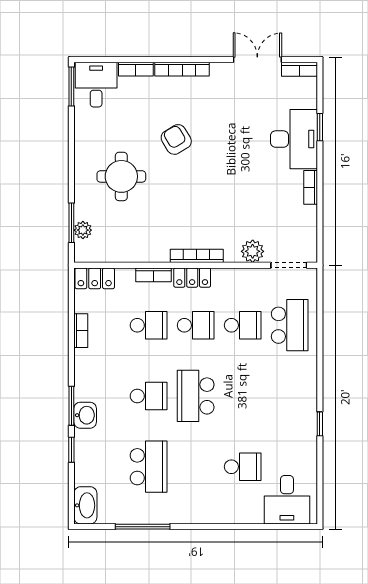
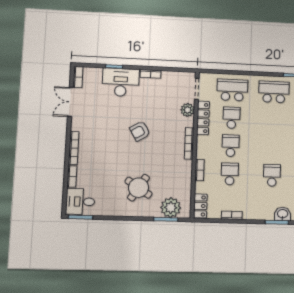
armchair: (176, 139) -> (140, 131), moved
round table: (121, 176) -> (139, 188), turned 33
plant: (83, 230) -> (171, 208), width x1.88, depth x1.88
locker: (192, 278) -> (203, 118), moved, width x1.53
school desk: (196, 396) -> (274, 92), moved, turned 180

